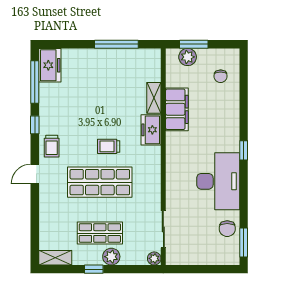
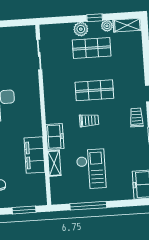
plant: (188, 57) -> (28, 199), removed
checkout: (110, 88) -> (91, 169), added
shop shelf: (100, 182) -> (94, 90), width x0.70, depth x0.74
plant: (154, 258) -> (107, 26), moved

